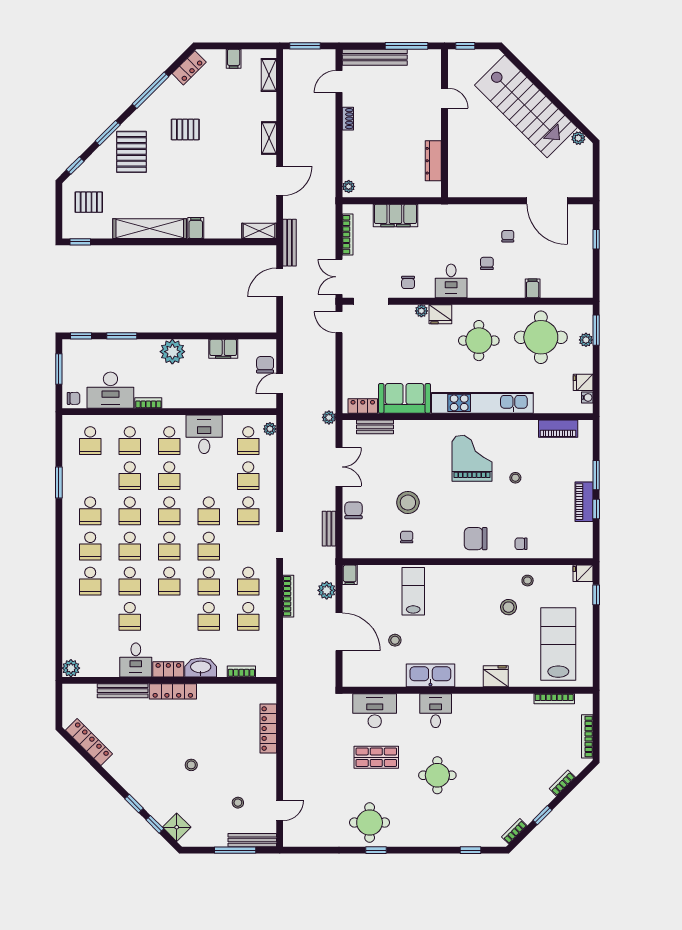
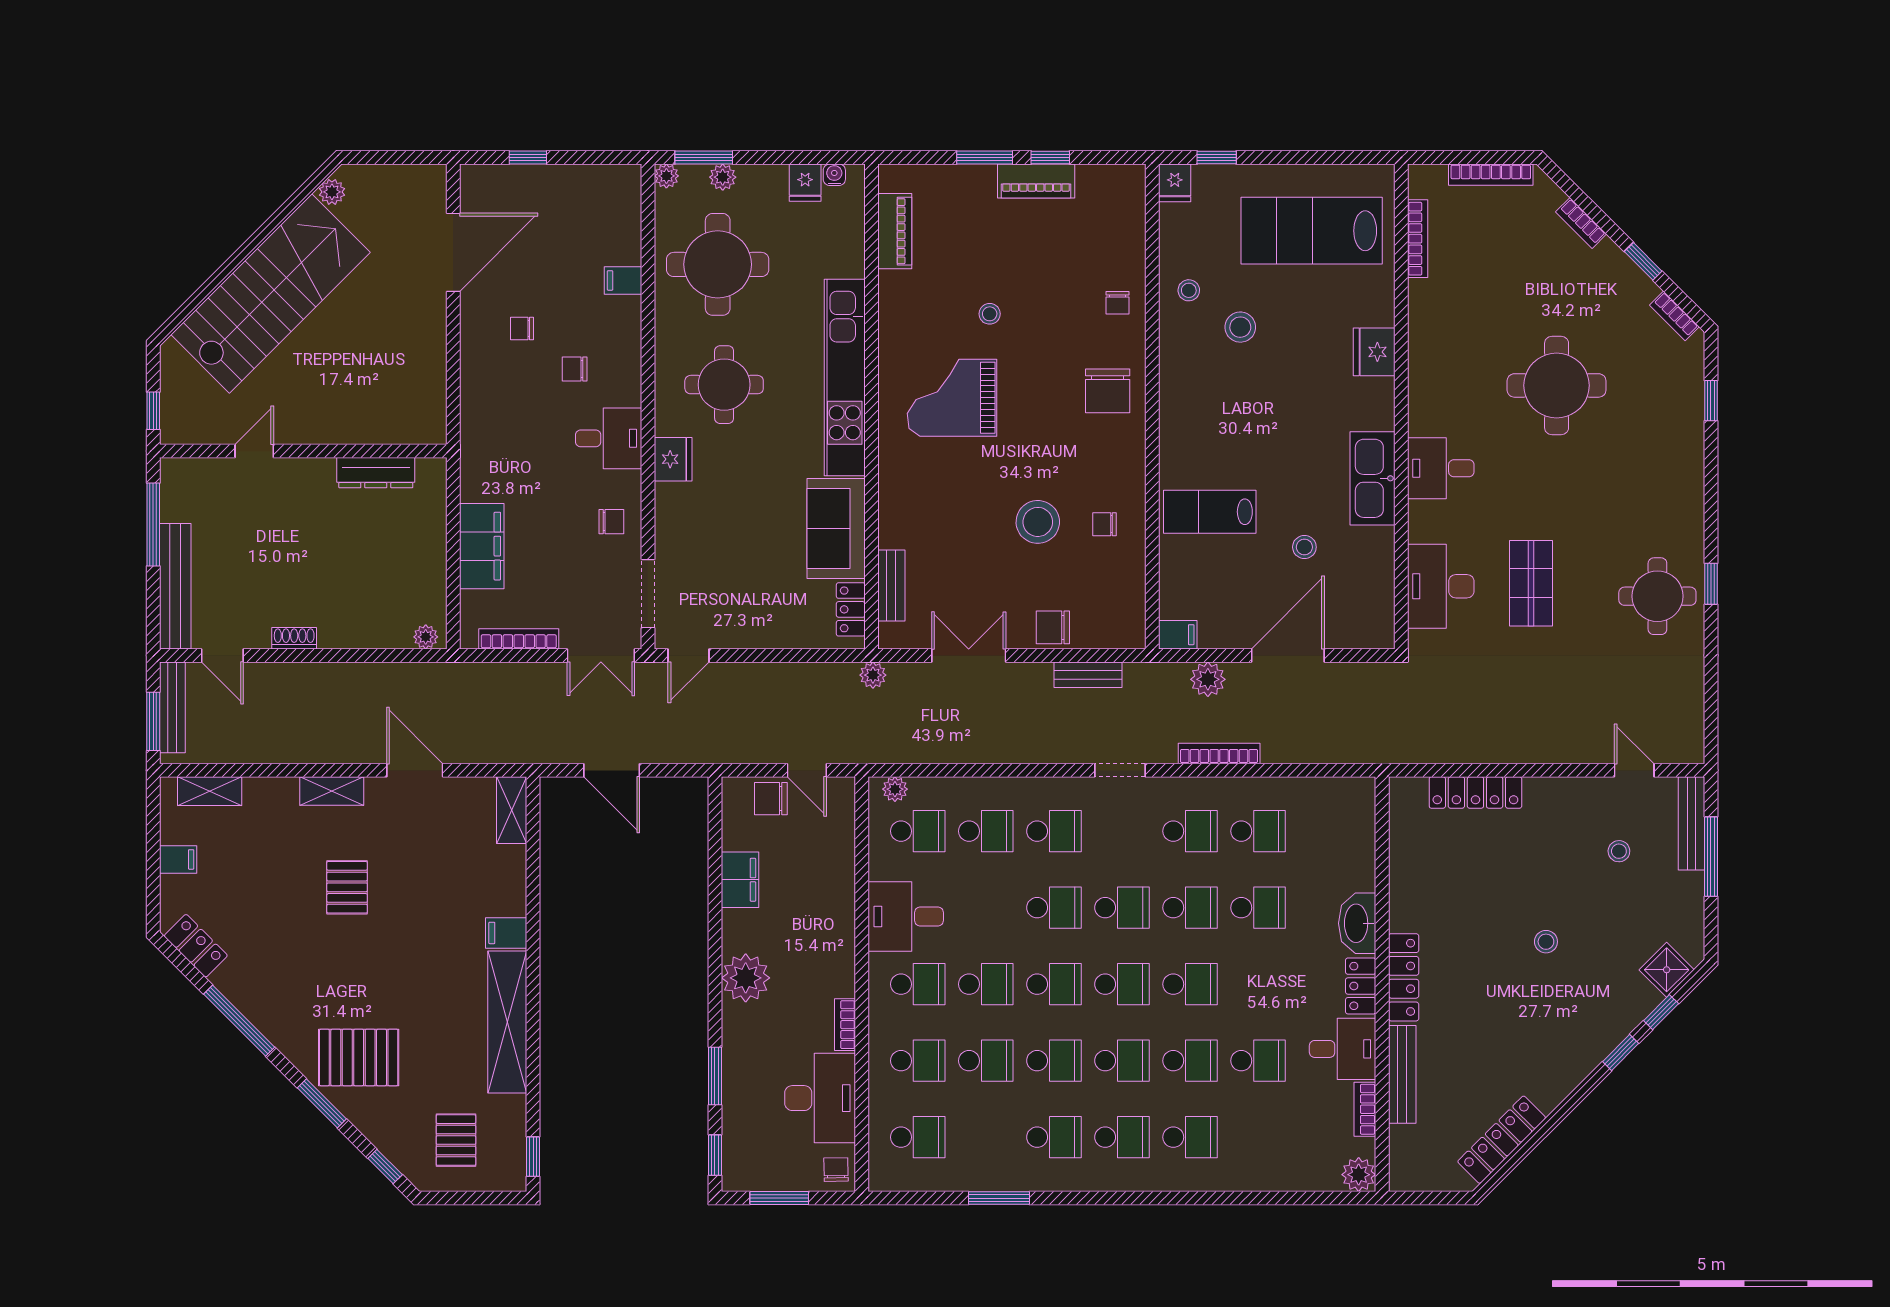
pallet: (185, 130) -> (347, 887), moved
bench: (290, 243) -> (172, 707), moved, turned 90
plant: (421, 311) -> (666, 176), moved
bookcase: (241, 671) -> (1365, 1109), moved
round table: (437, 775) -> (1557, 385), moved, width x1.36, depth x1.36

